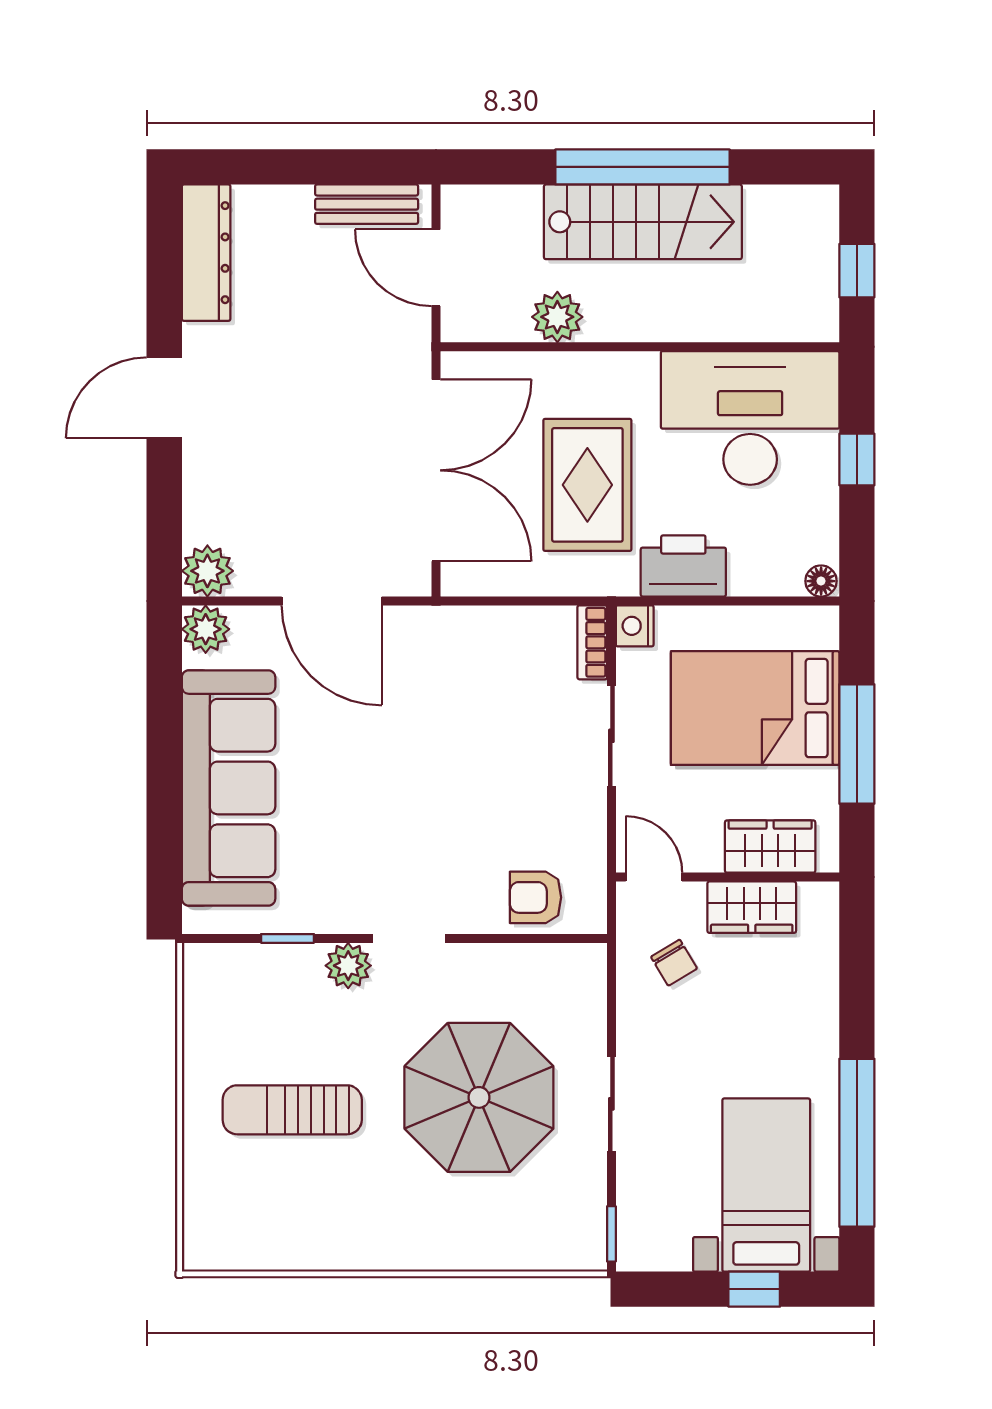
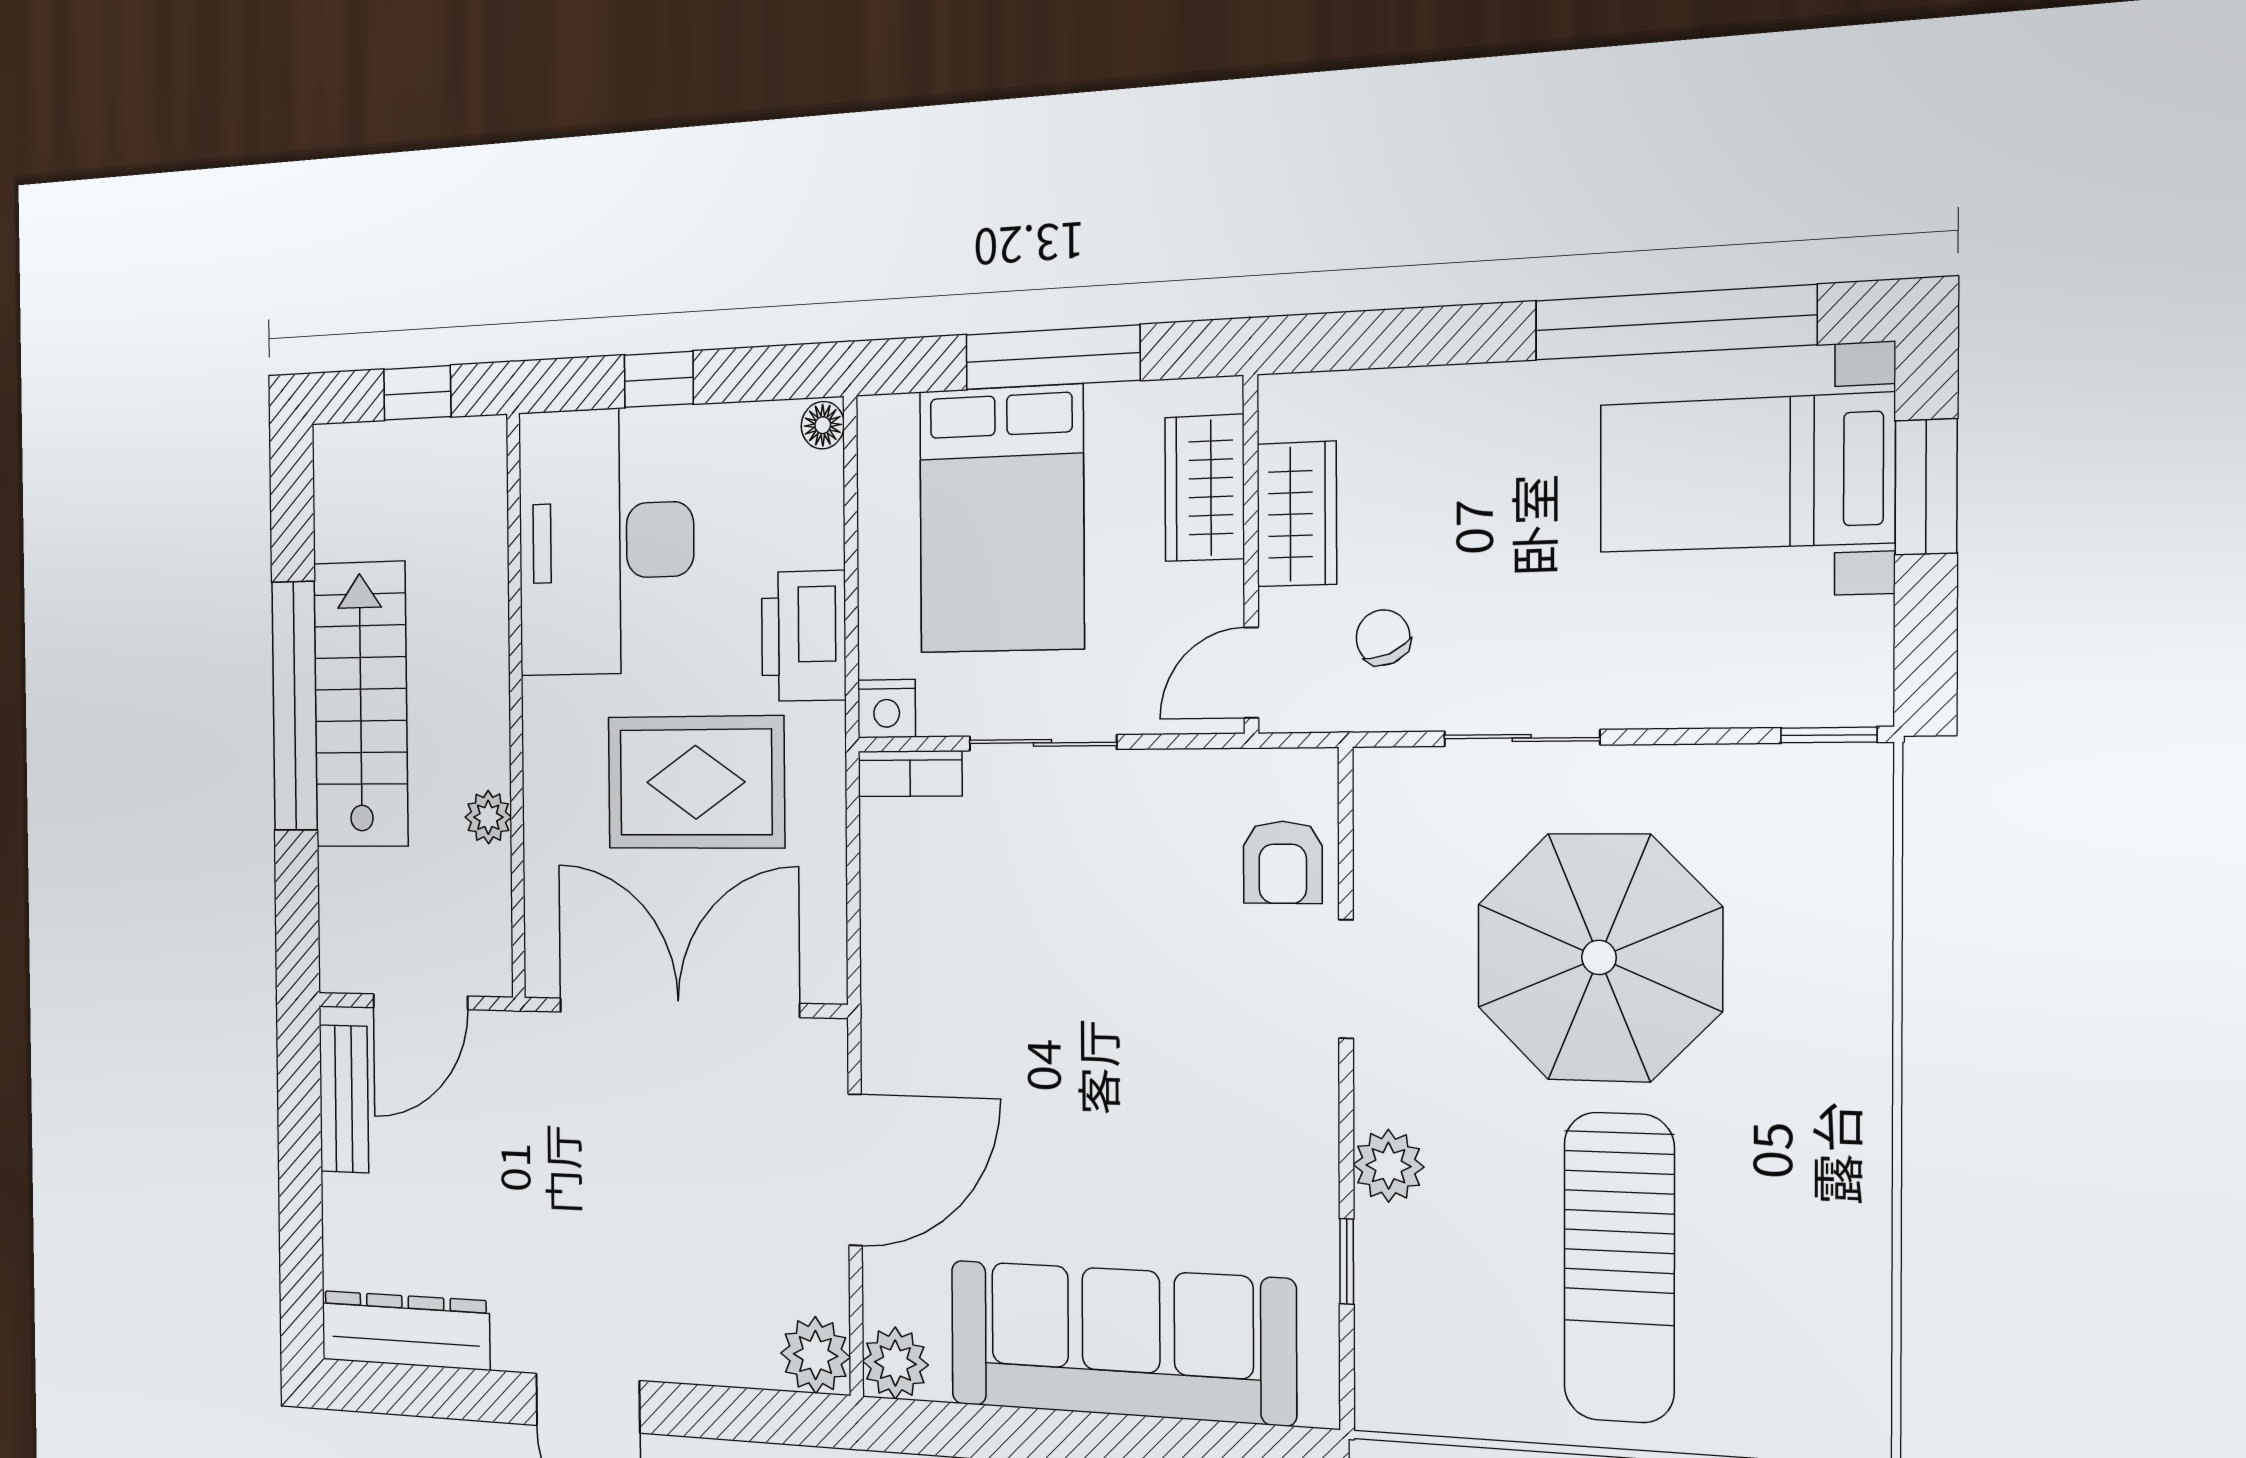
plant: (557, 317) -> (488, 817), width x0.73, depth x0.73
doorway: (409, 938) -> (1346, 979), moved
chair: (674, 963) -> (1383, 638), turned -81
sliding door: (611, 1104) -> (1522, 738), moved
sun lounger: (292, 1110) -> (1619, 1267), width x1.36, depth x1.34
window: (754, 1289) -> (1926, 487), width x1.50

